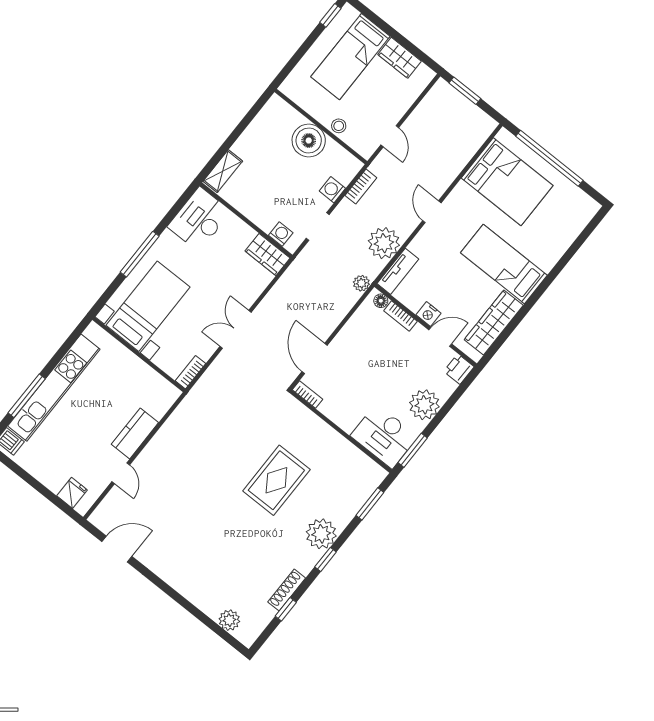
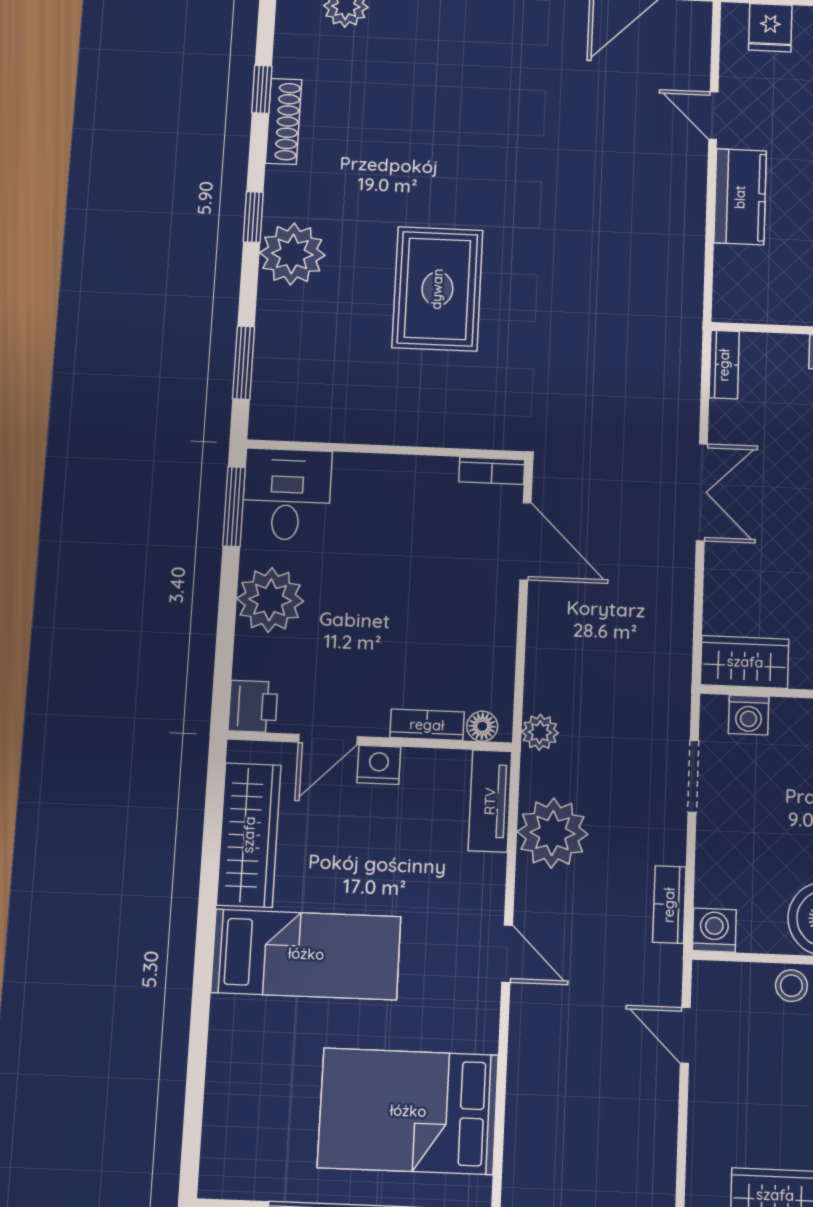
washing machine: (332, 190) -> (714, 930), moved, turned -90
desk: (384, 436) -> (287, 494), width x0.73

